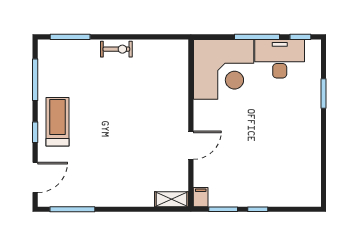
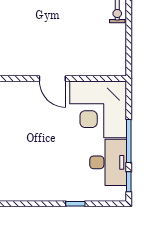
window: (324, 93) -> (75, 204), width x0.67
door: (191, 145) -> (52, 78), moved

